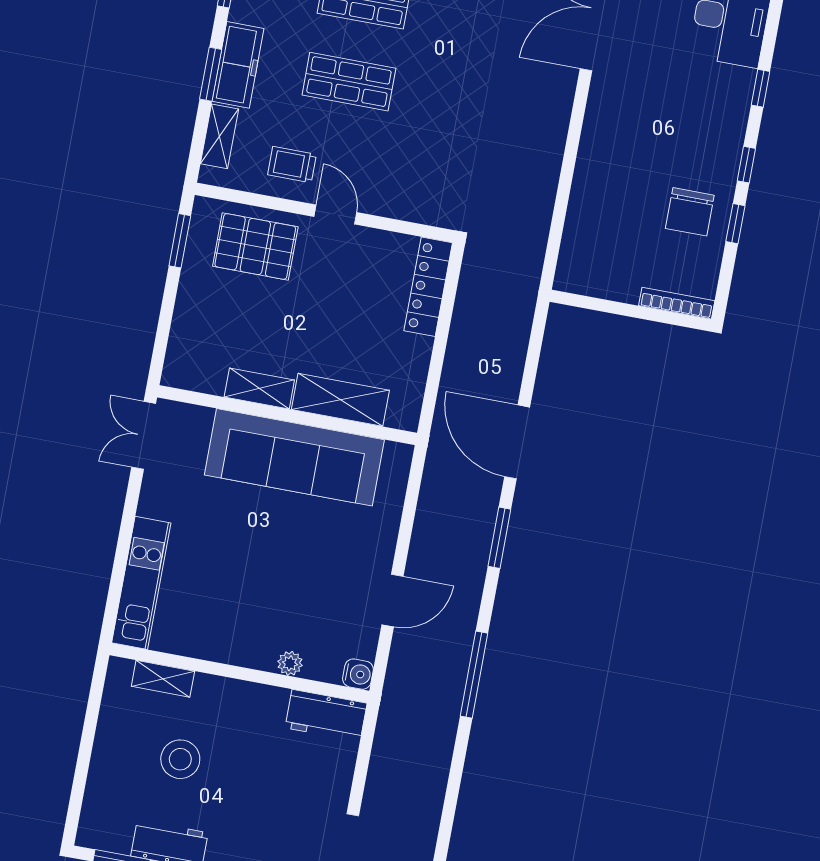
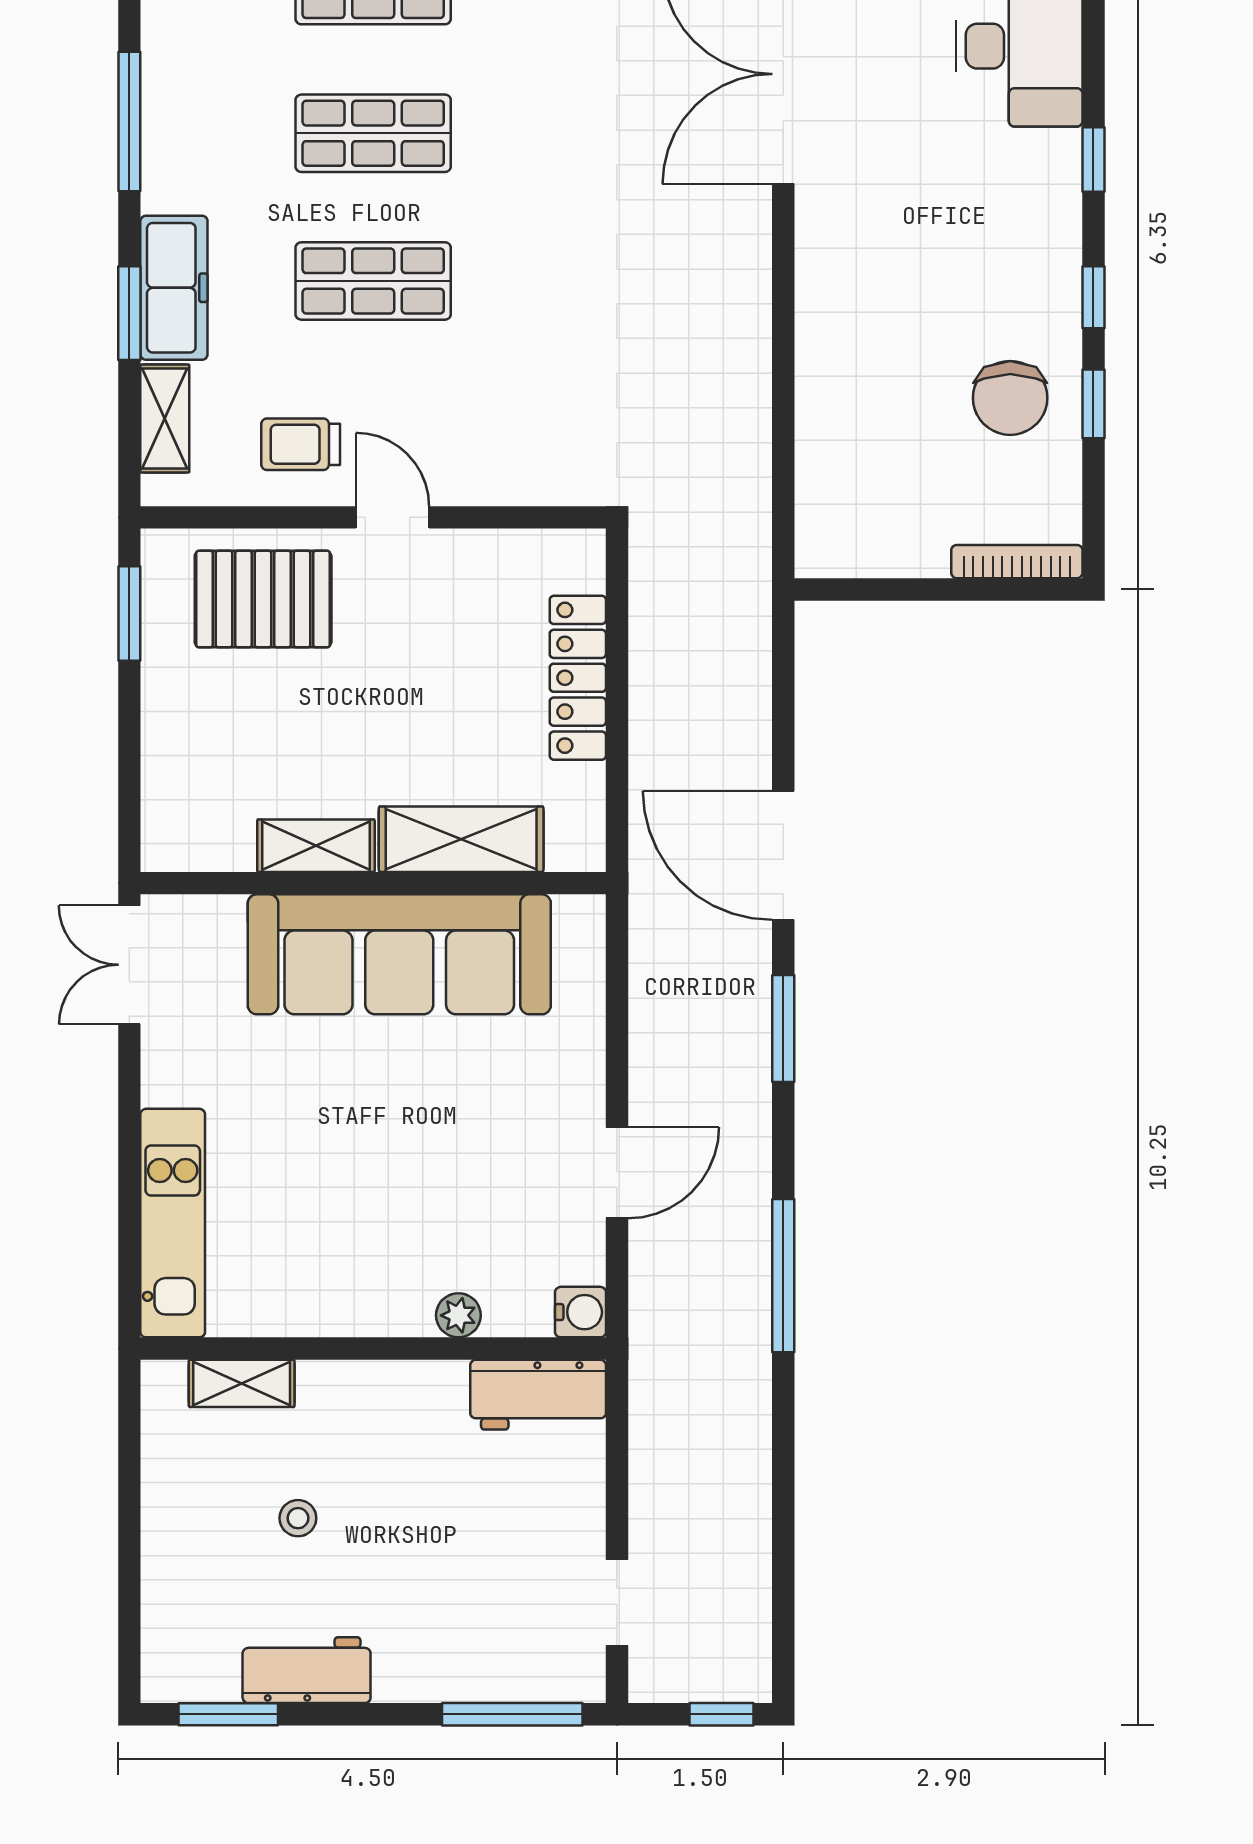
locker: (428, 287) -> (578, 678), moved
stool: (180, 759) -> (298, 1518), width x0.53, depth x0.53

